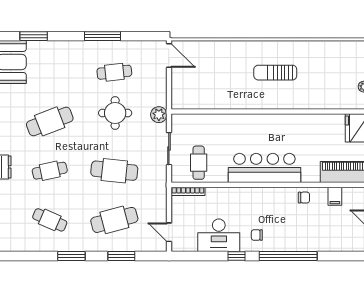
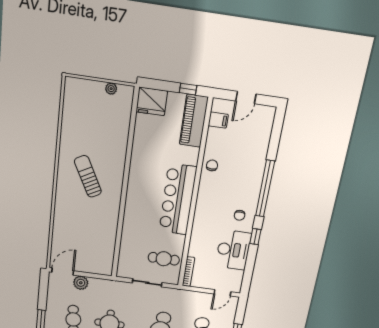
sun lounger: (275, 73) -> (88, 176), turned 152
plant: (159, 115) -> (81, 283), moved
filing cabinet: (335, 196) -> (218, 120), moved

